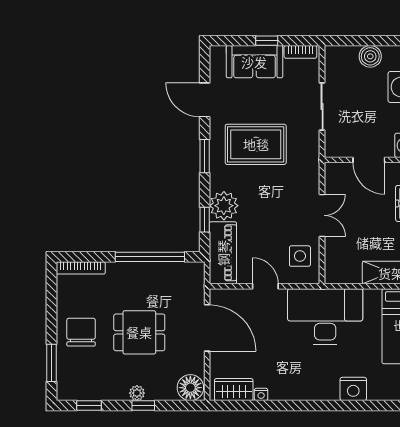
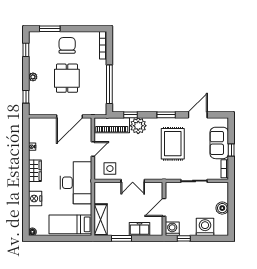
chair: (81, 332) -> (67, 45), turned -90
floor lamp: (190, 388) -> (36, 107), removed
wardrobe: (234, 390) -> (35, 171), moved
window: (143, 405) -> (26, 97), moved

